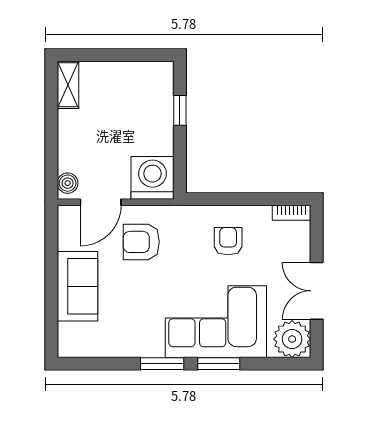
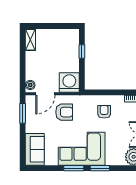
armchair: (141, 242) -> (64, 112), turned 180
window: (51, 245) -> (23, 113), added
sofa: (77, 286) -> (35, 149), moved
corner sofa: (216, 322) -> (82, 149), moved

